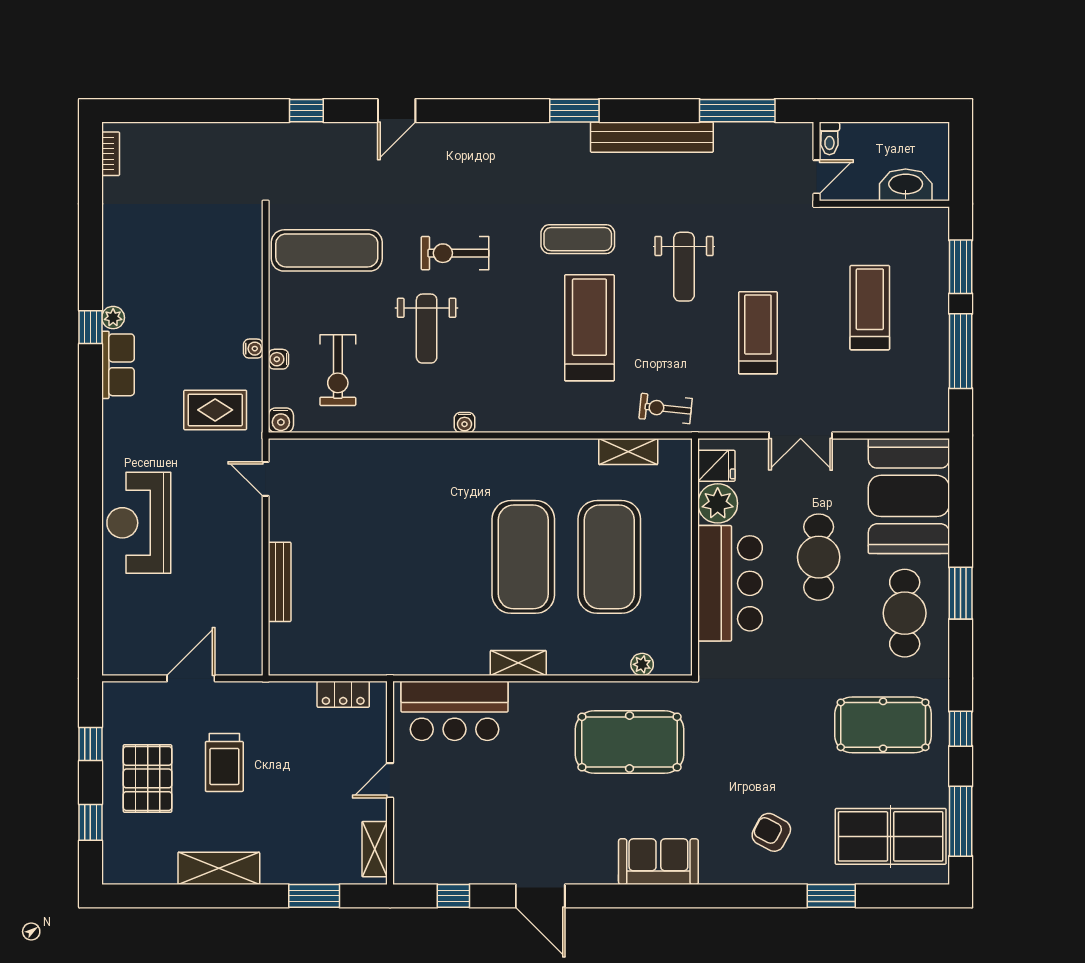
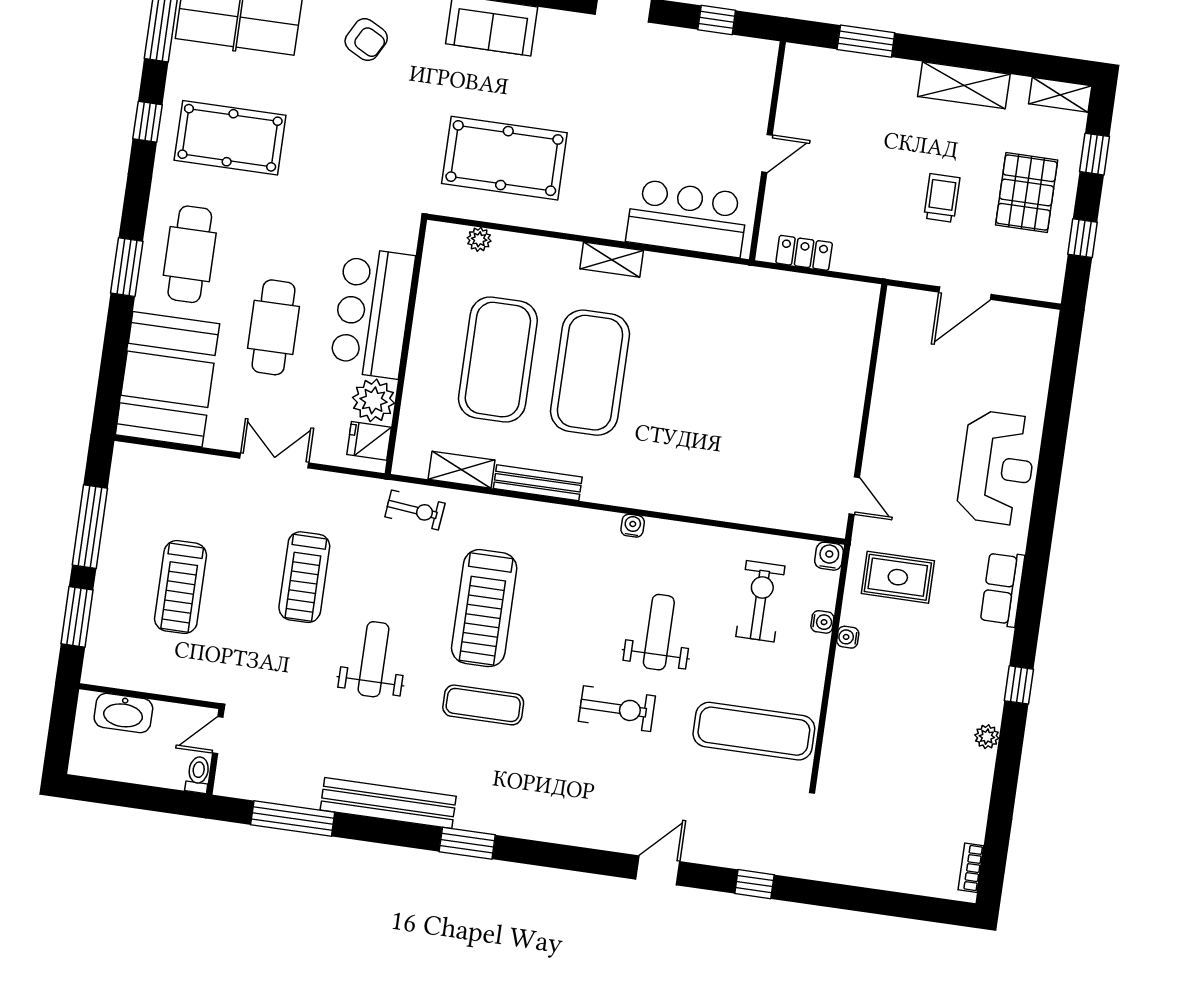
plant: (113, 318) -> (987, 737), moved
row of seats: (118, 365) -> (1003, 589), moved
bench: (280, 582) -> (538, 483), moved, turned 90
trolley: (224, 762) -> (942, 198), width x0.73, depth x0.72
shelving: (375, 849) -> (1060, 95), moved, turned 90

